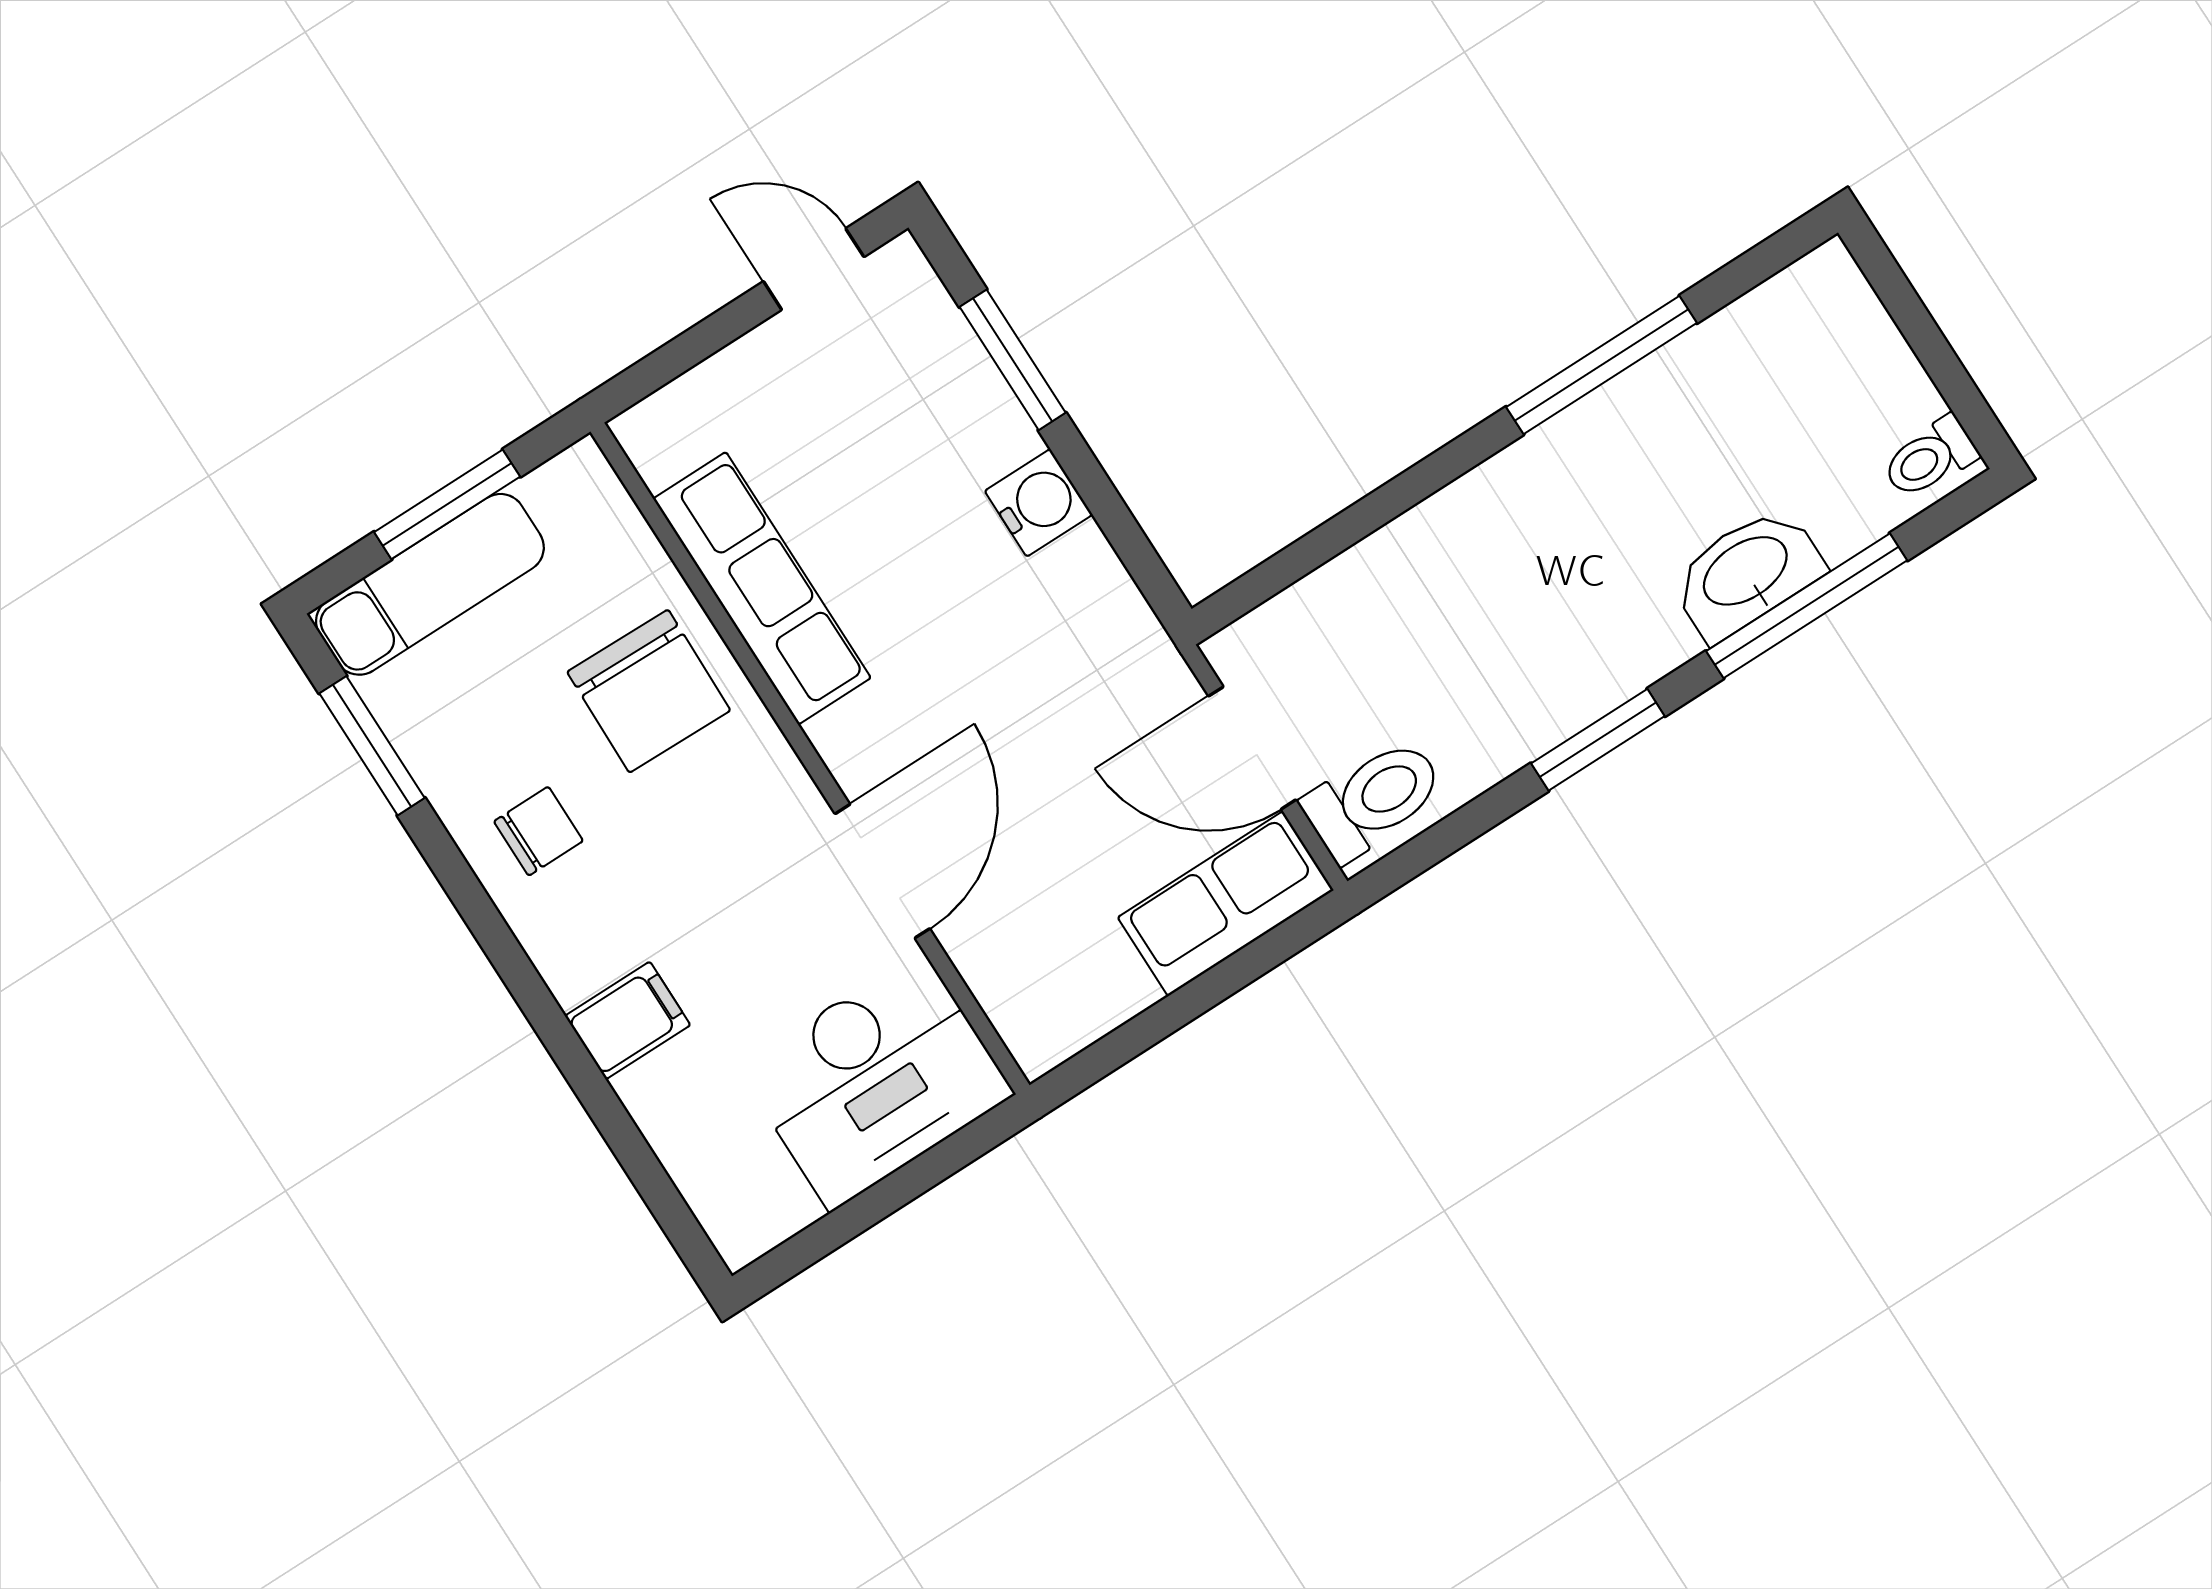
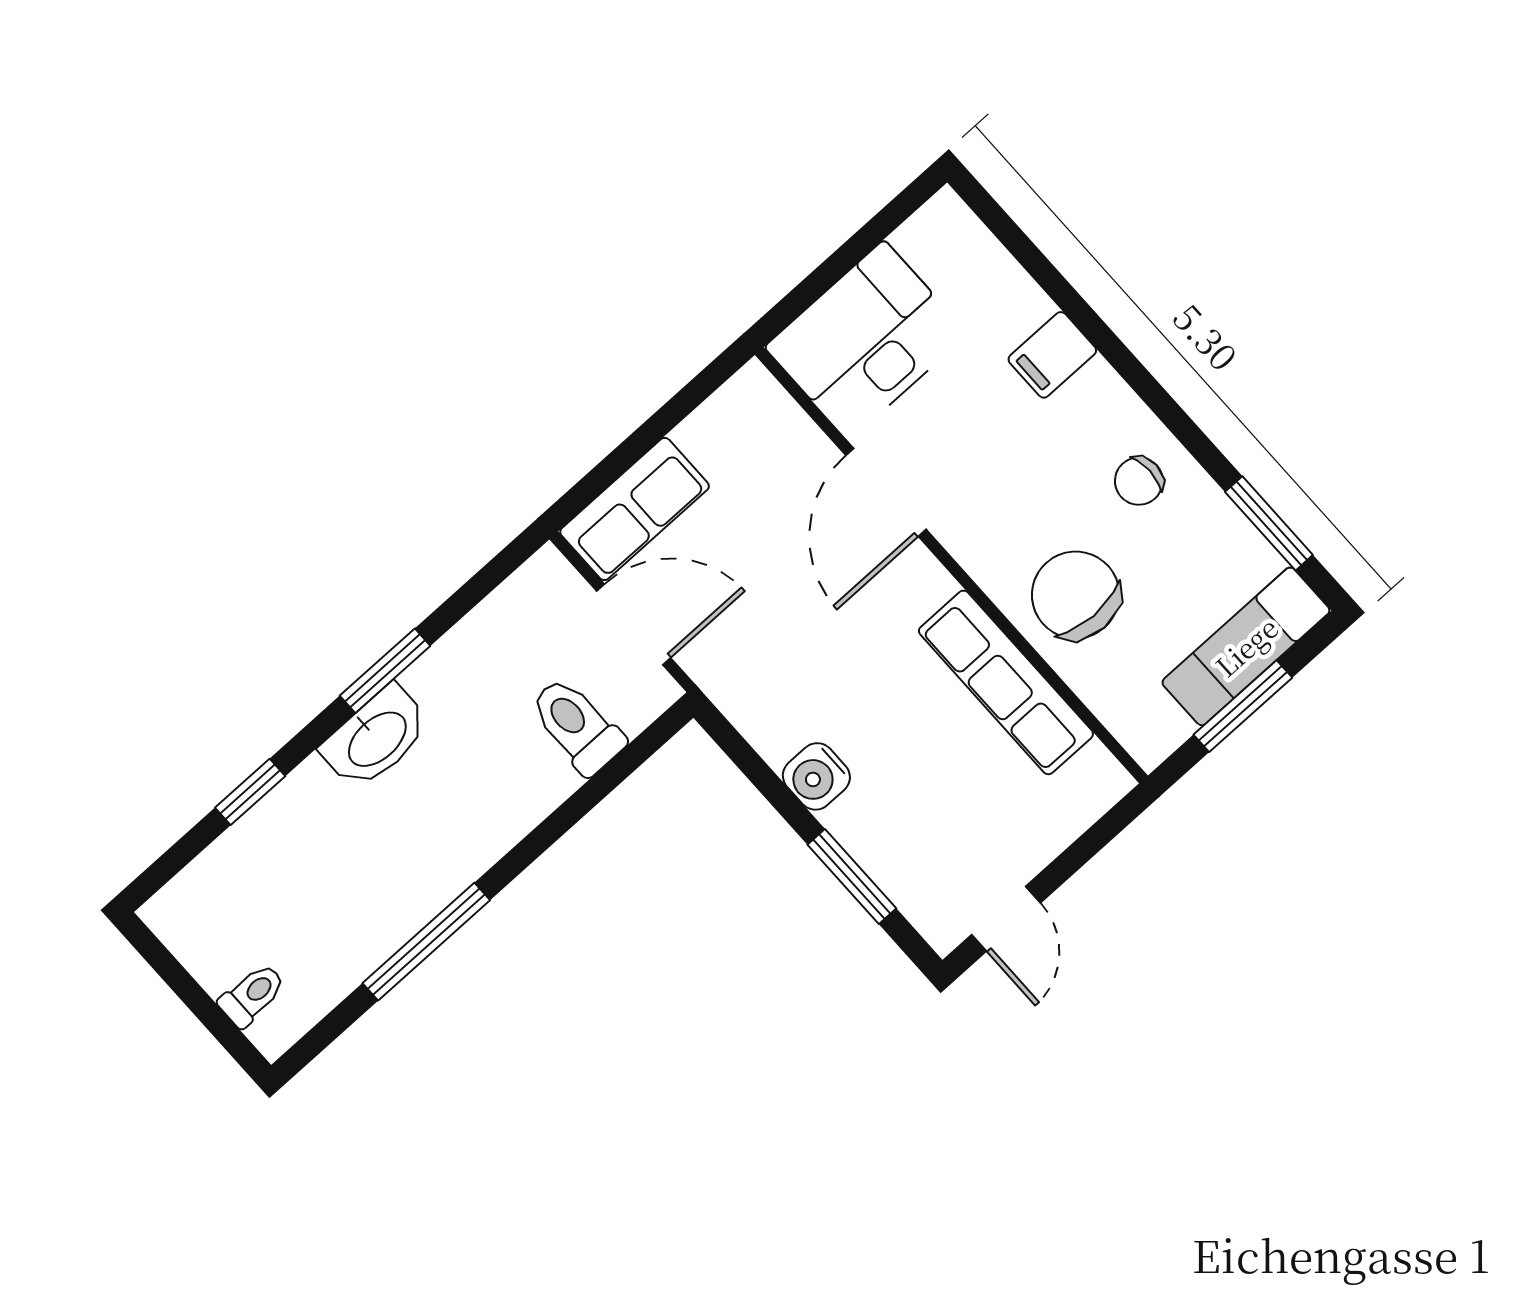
door: (814, 269) -> (1006, 919), hinge flipped
toilet: (1930, 458) -> (252, 995), moved
washbasin: (1747, 573) -> (376, 738), moved
window: (1807, 606) -> (250, 792), width x0.46
toilet: (1373, 799) -> (577, 726), moved, turned 90

